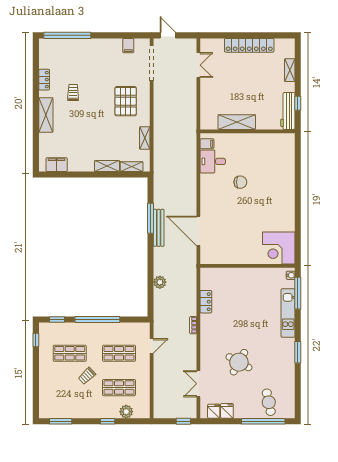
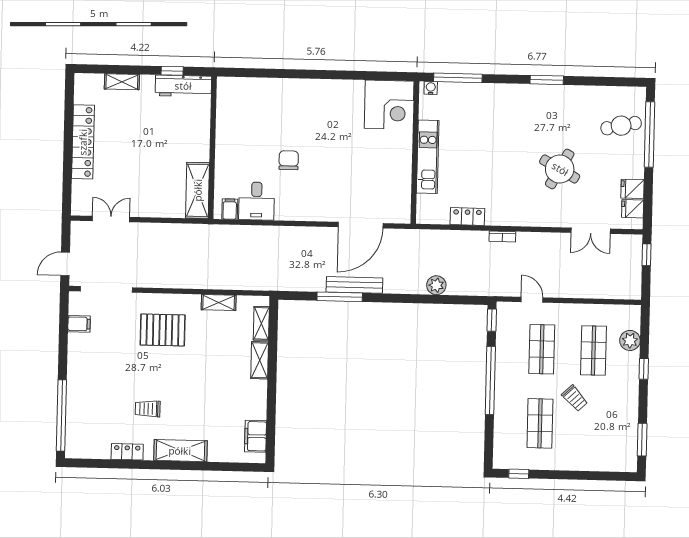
shelving: (237, 122) -> (198, 190), moved
kitchen unit: (288, 313) -> (428, 157), moved, turned -90
window: (57, 320) -> (492, 320), moved

